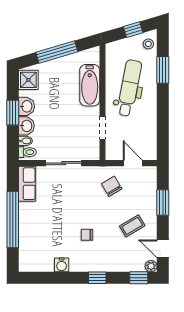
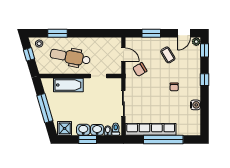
door: (133, 163) -> (123, 55), swing flipped
row of seats: (27, 184) -> (151, 129), width x2.02

